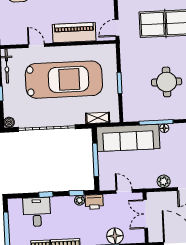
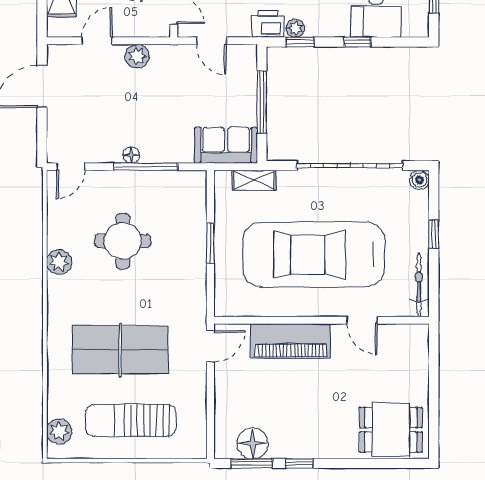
sofa: (128, 138) -> (226, 145), width x0.54, depth x0.79

